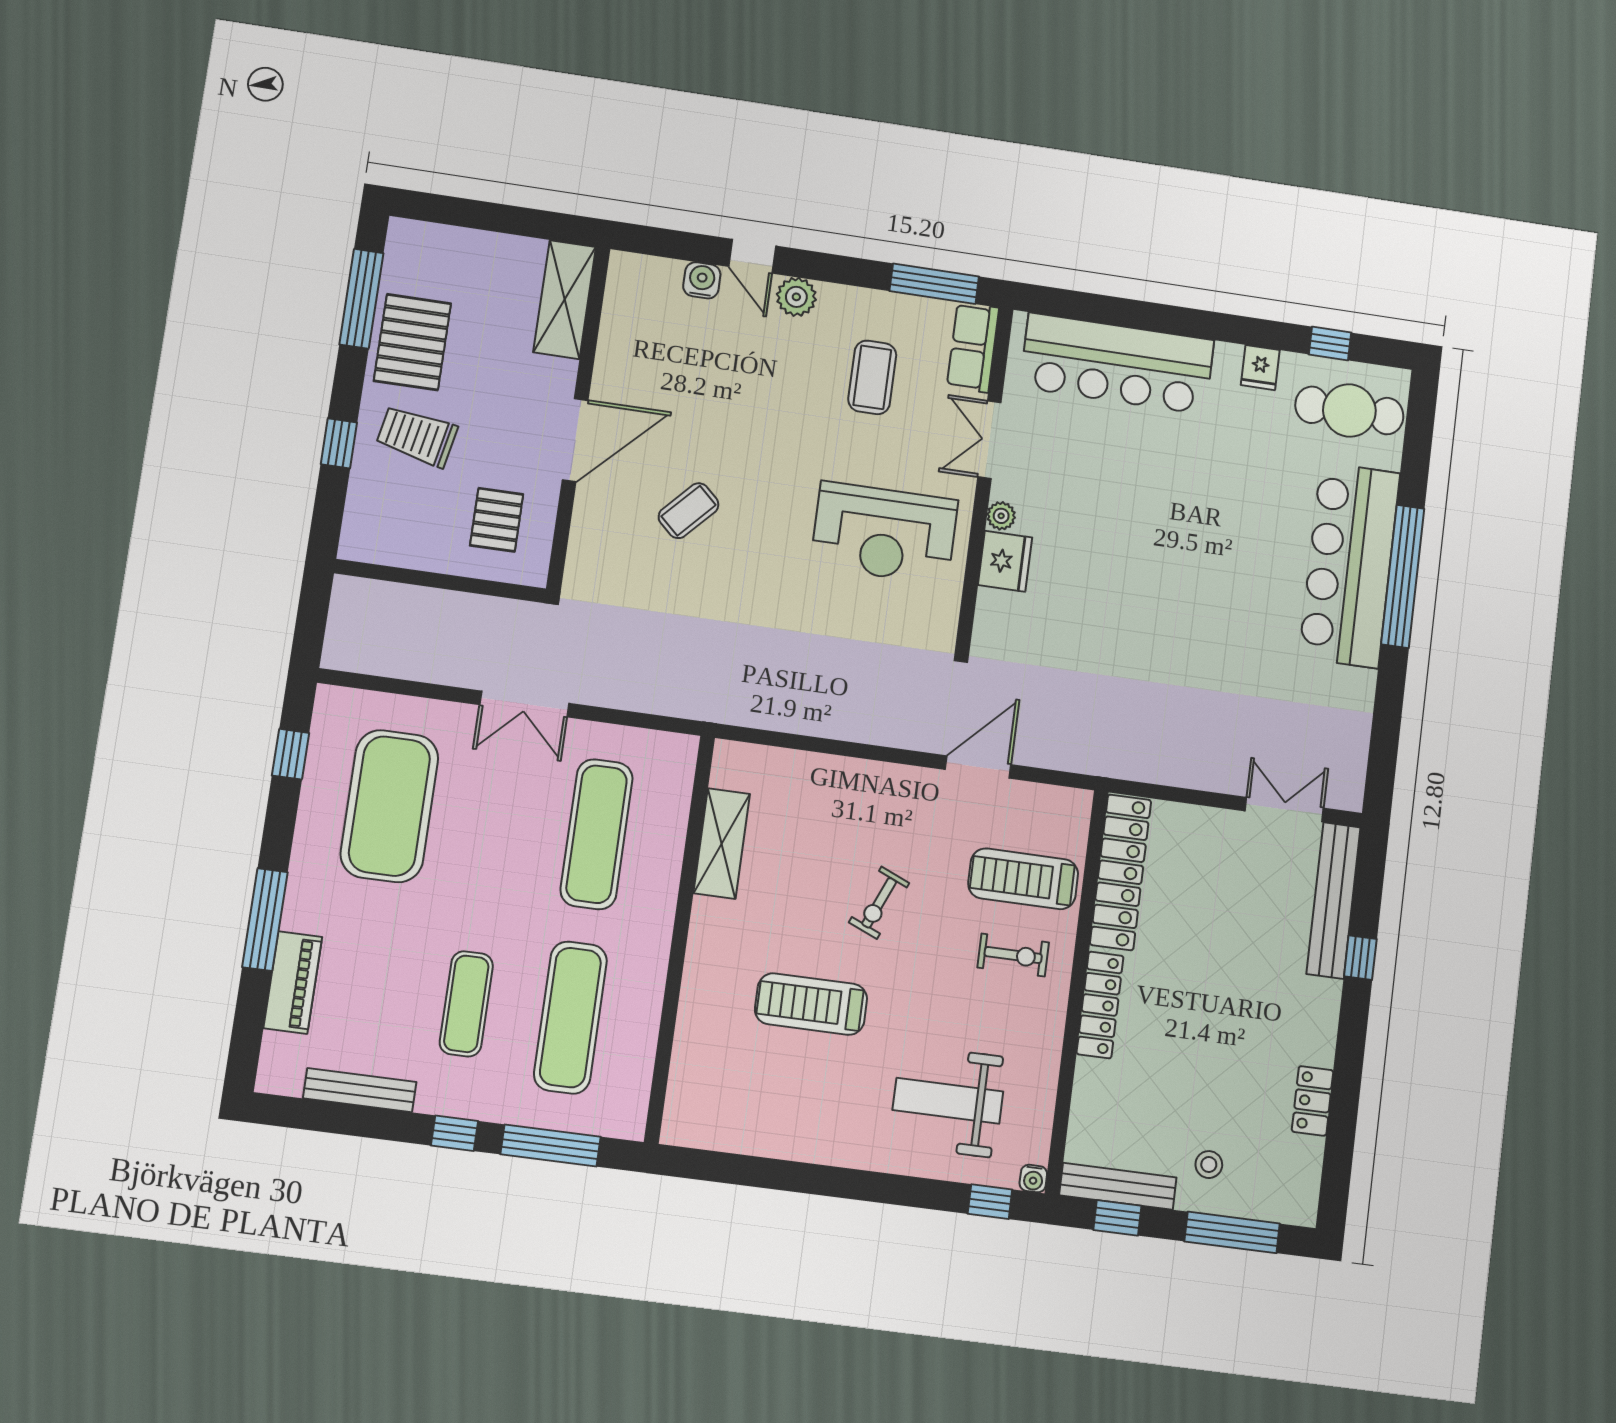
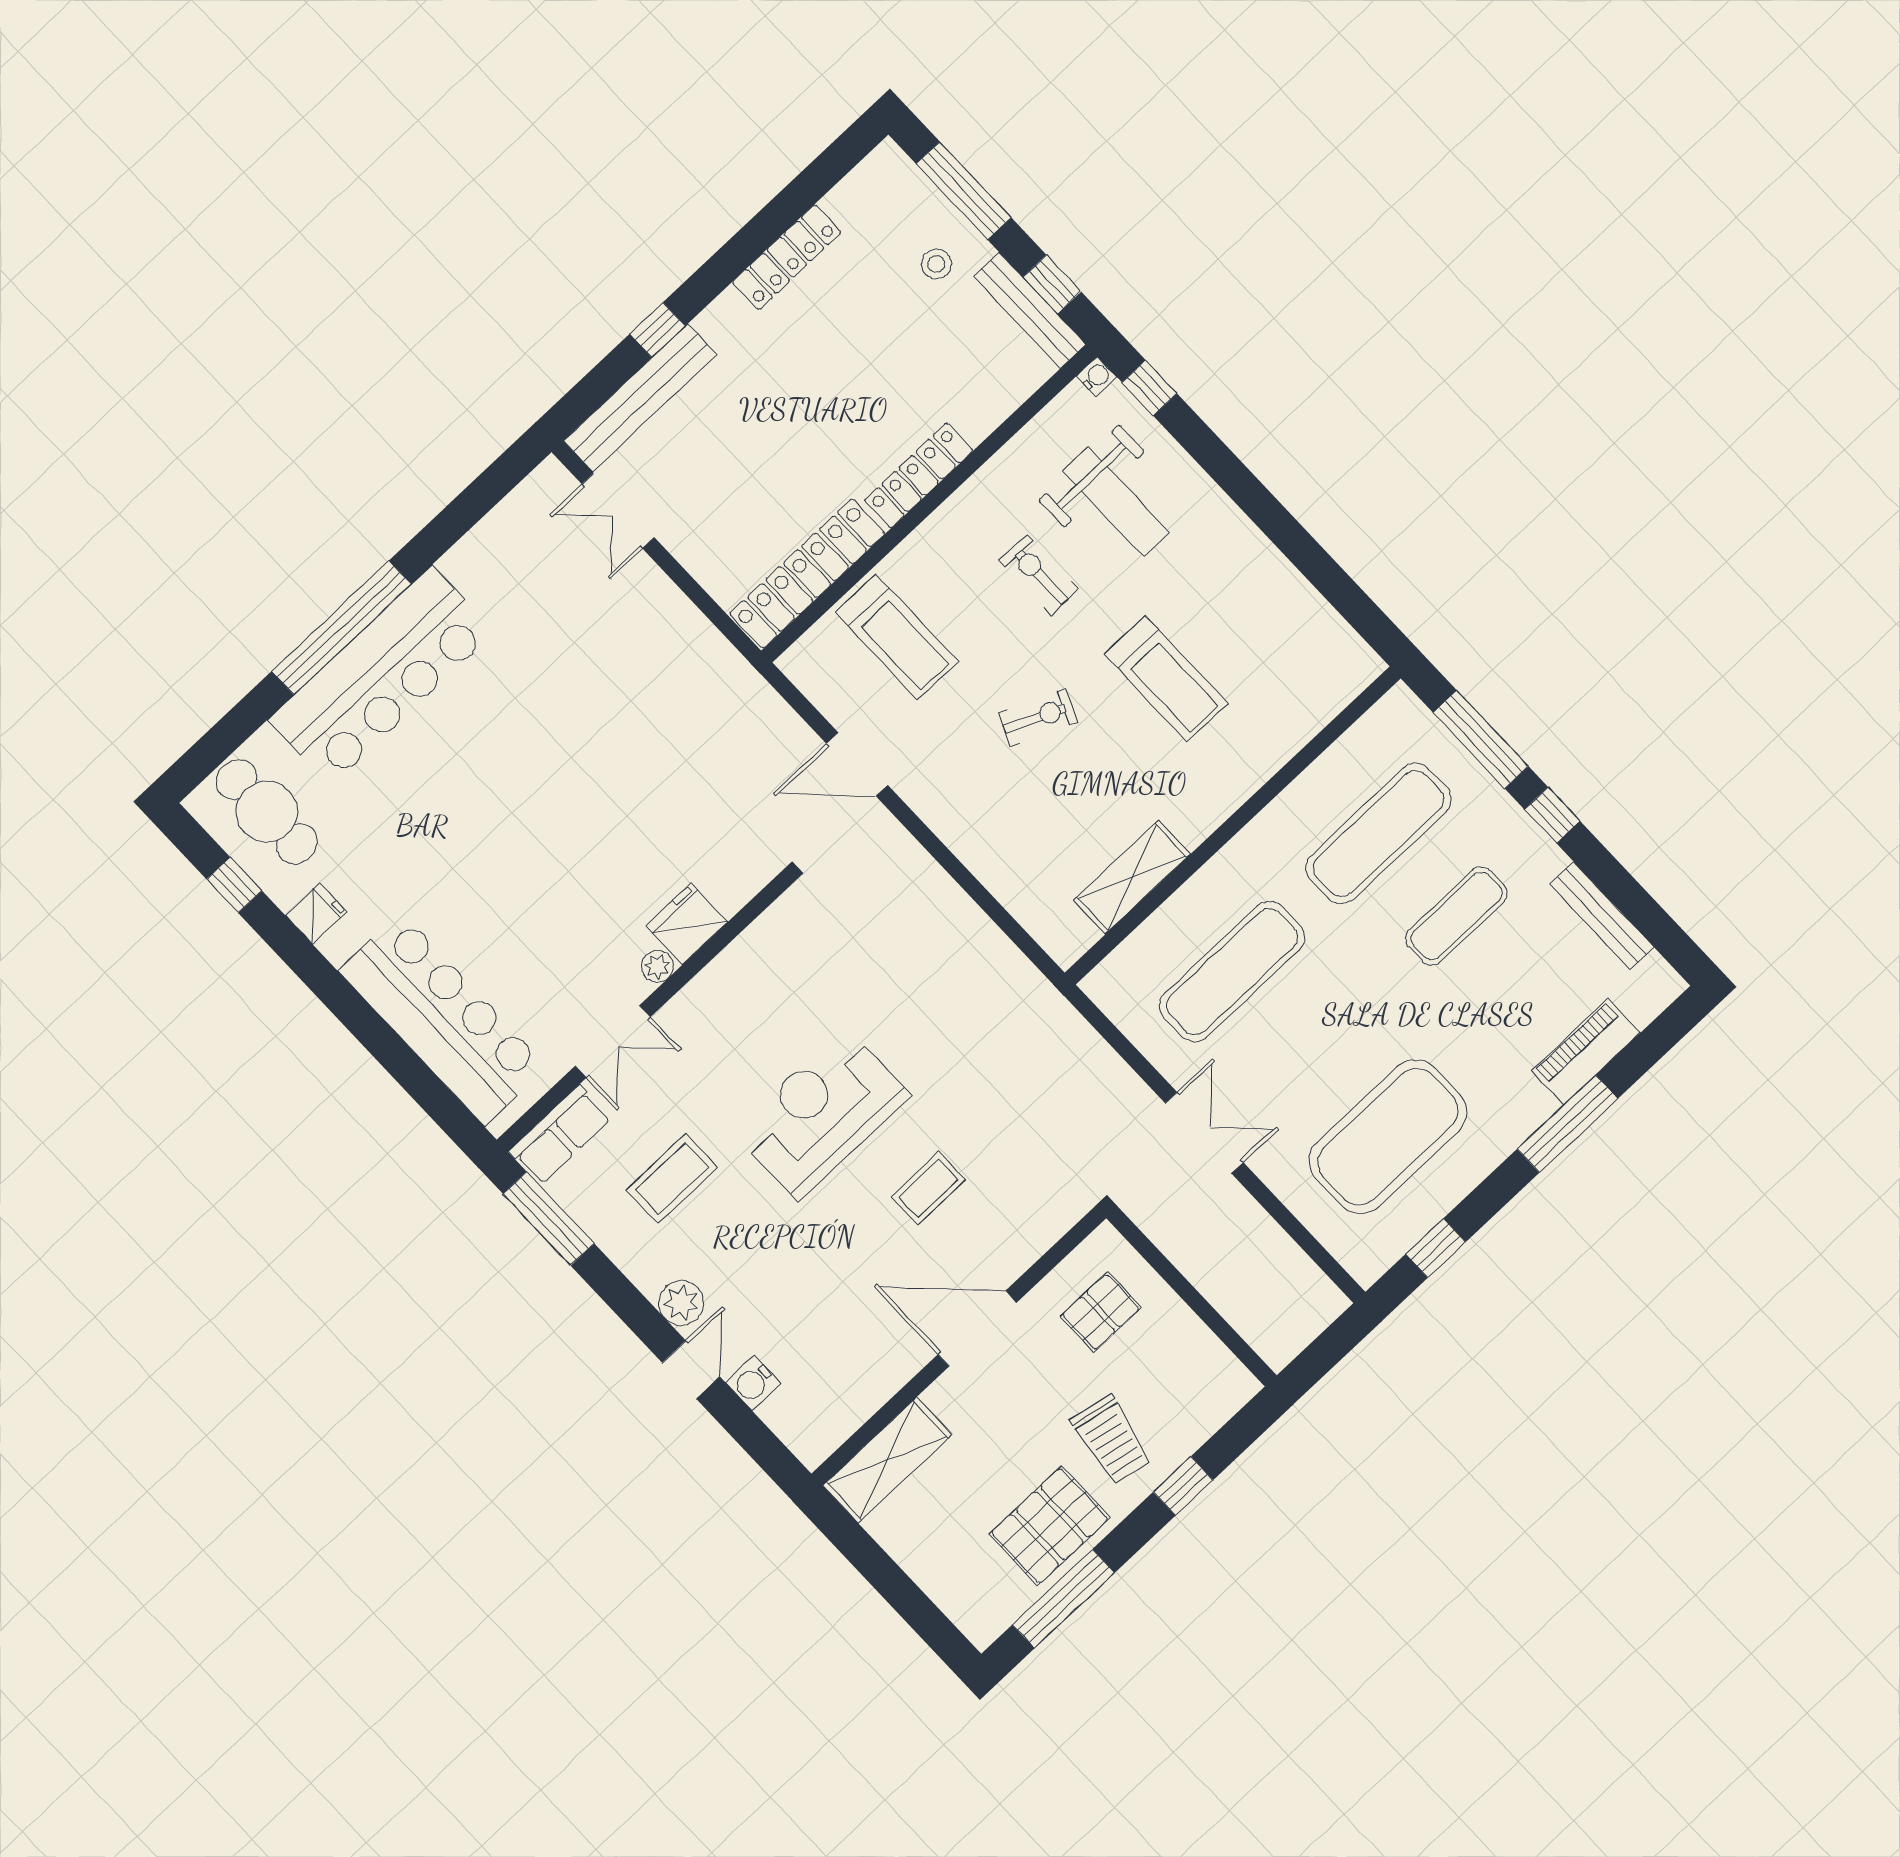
coffee table: (689, 511) -> (928, 1188), turned -43
reception desk: (884, 533) -> (822, 1113), moved, turned -90
exercise bike: (1013, 955) -> (1039, 575), moved
locker: (1313, 1101) -> (787, 257), width x1.53

